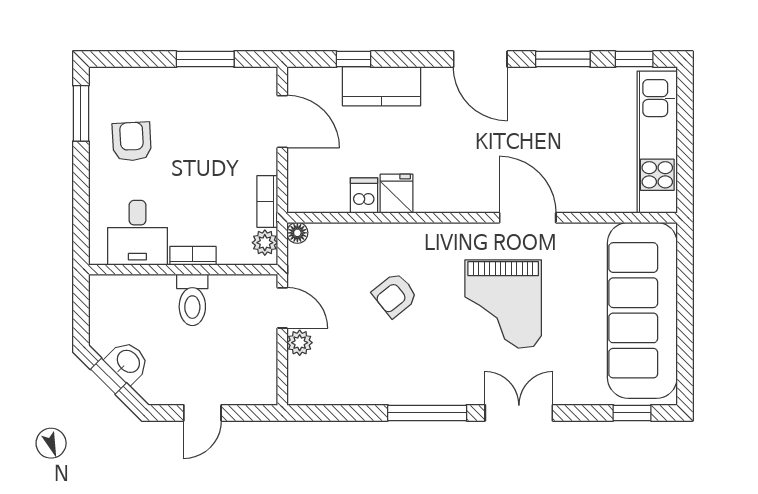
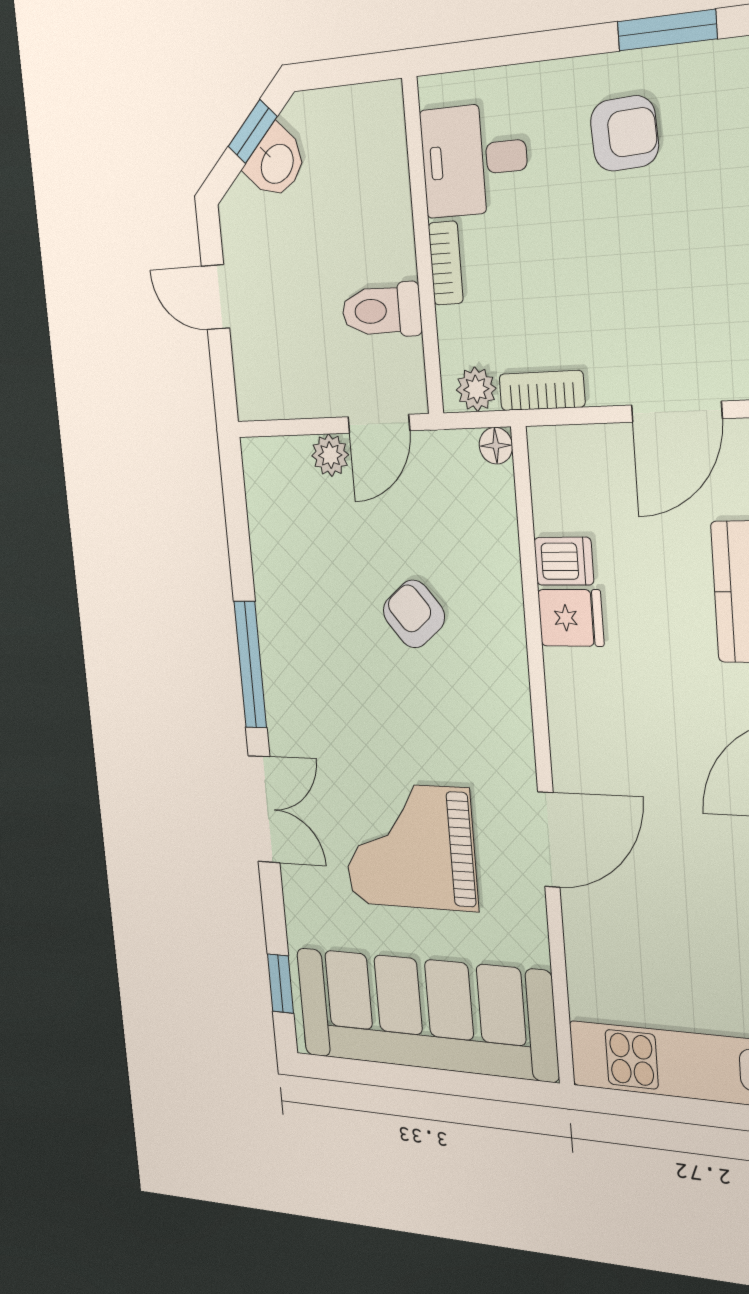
toilet: (192, 300) -> (381, 311), moved
grand piano: (503, 304) -> (409, 846), moved

